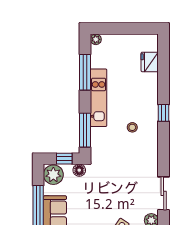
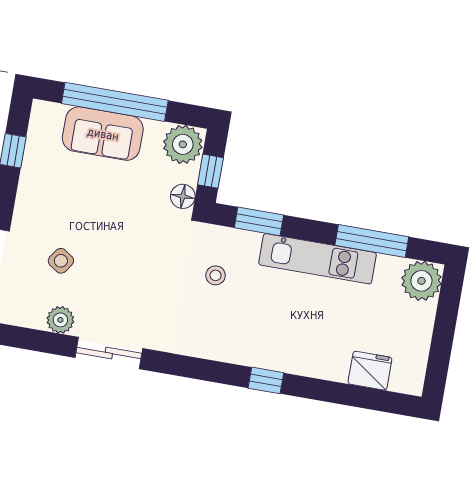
plant: (96, 39) -> (421, 281), width x1.88, depth x1.88
stool: (132, 127) -> (216, 275), moved
window: (85, 130) -> (259, 221), width x0.69

